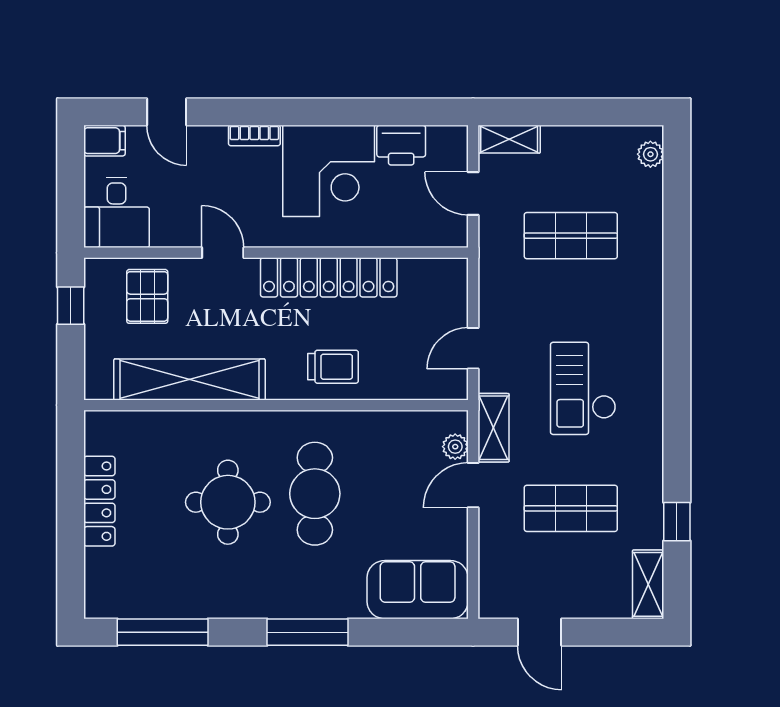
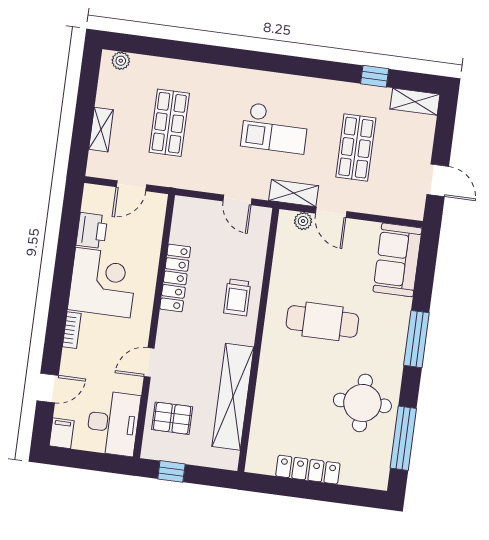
shelving: (509, 139) -> (101, 130), moved
desk: (116, 213) -> (113, 423), width x1.37
locker: (329, 277) -> (175, 278), width x0.71, depth x0.83
trolley: (333, 367) -> (237, 297), turned 180
round table: (228, 502) -> (362, 403), moved
door: (540, 632) -> (438, 180), hinge flipped

